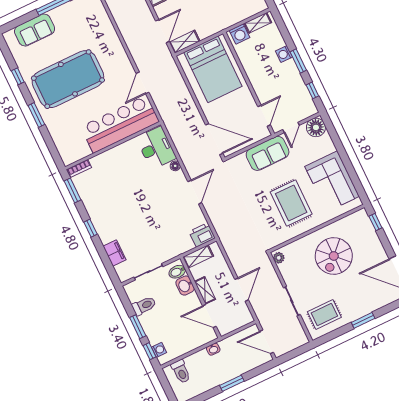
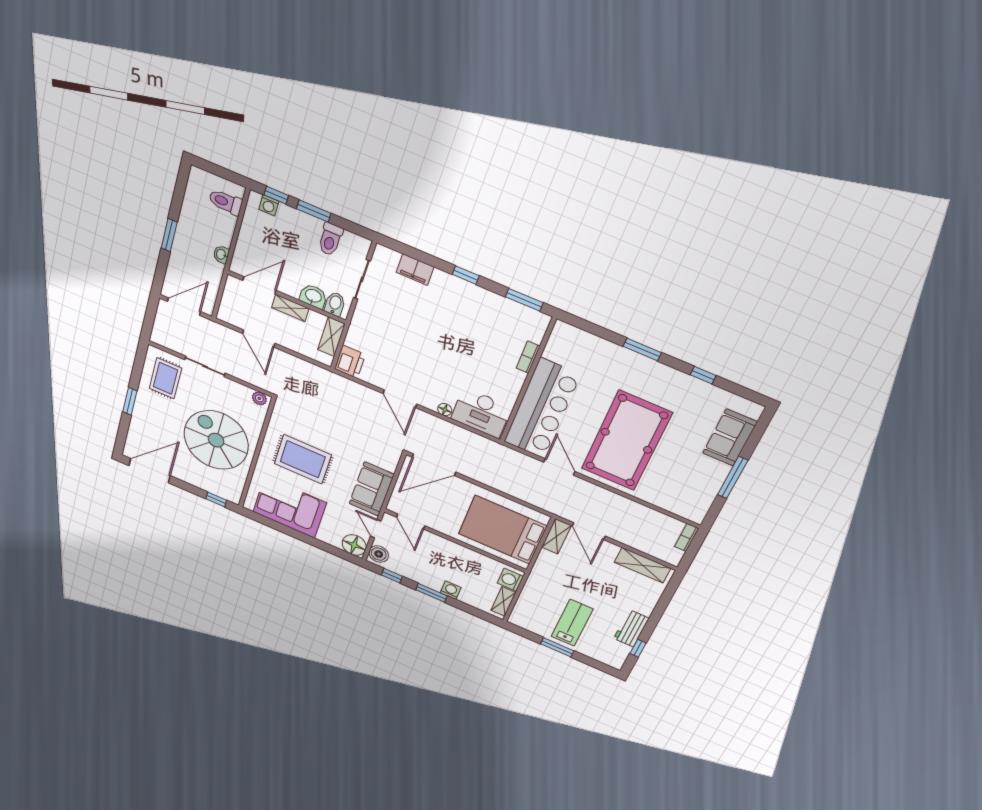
pool table: (68, 79) -> (626, 441), moved
boiler: (306, 110) -> (379, 554), added
bookcase: (79, 168) -> (528, 357), moved
spiral stairs: (334, 256) -> (216, 440), width x1.37, depth x1.37

